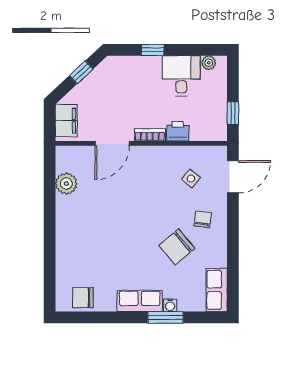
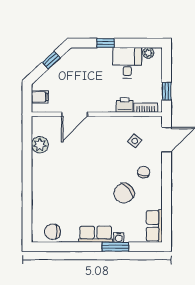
filing cabinet: (66, 121) -> (40, 97), width x0.50
bookcase: (150, 135) -> (146, 108), moved

